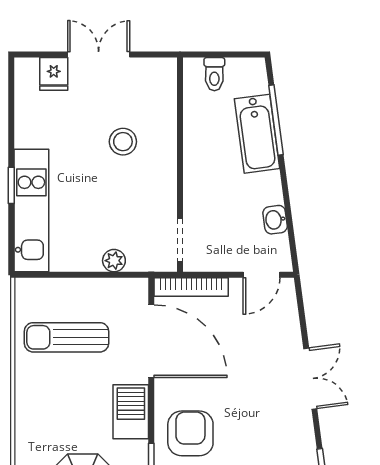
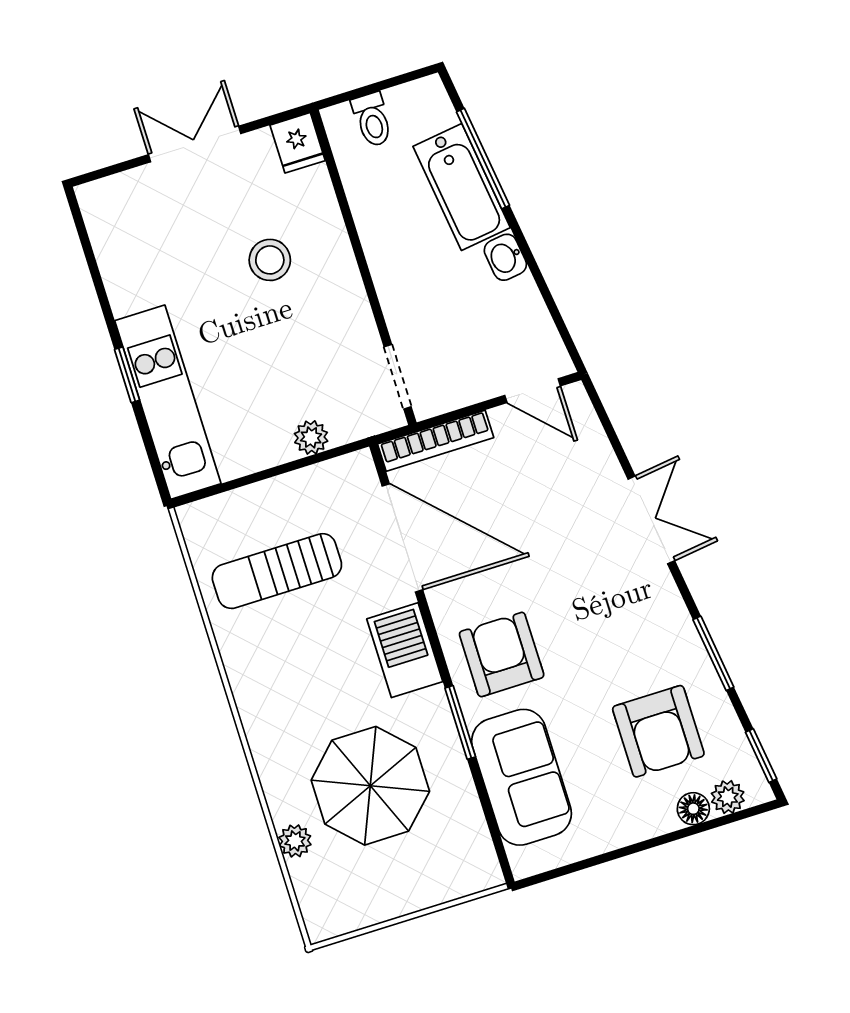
fridge: (54, 74) -> (298, 143), moved
washbasin: (275, 220) -> (505, 257), moved
door: (261, 275) -> (533, 391), hinge flipped

